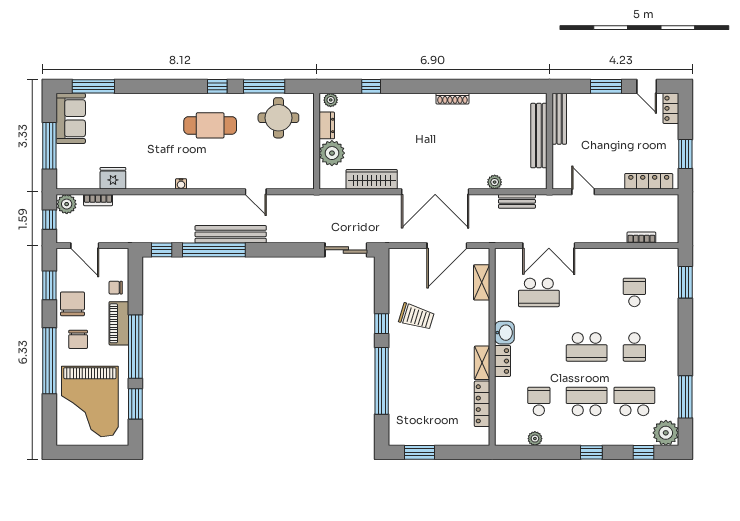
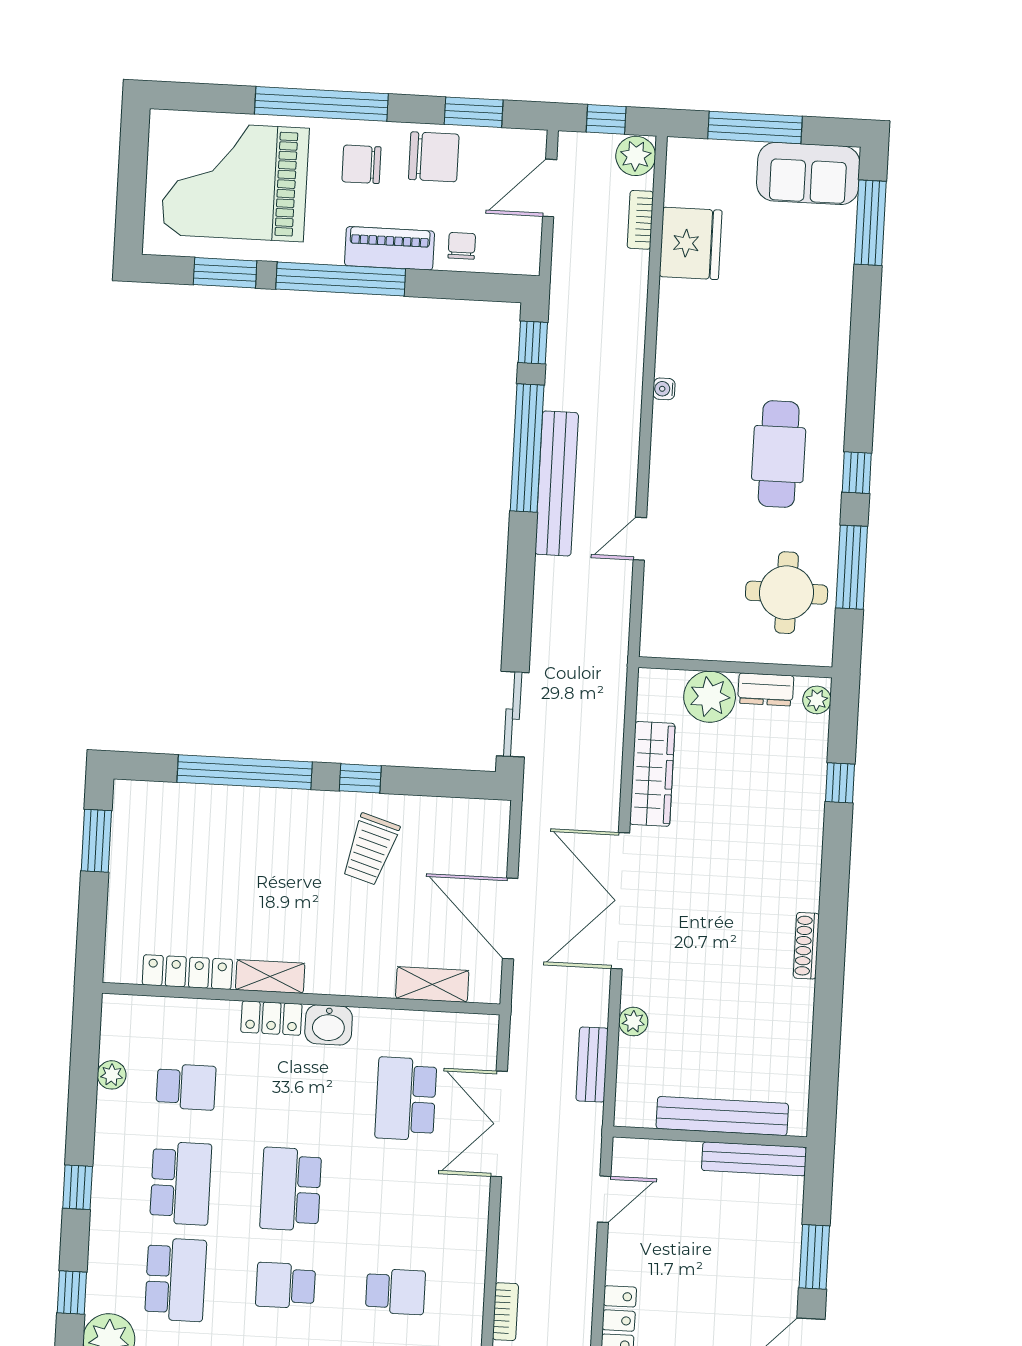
fridge: (113, 178) -> (691, 243), width x1.36, depth x1.34

